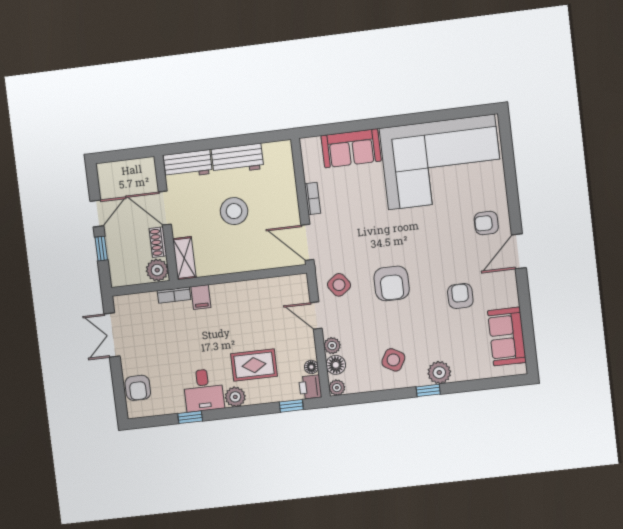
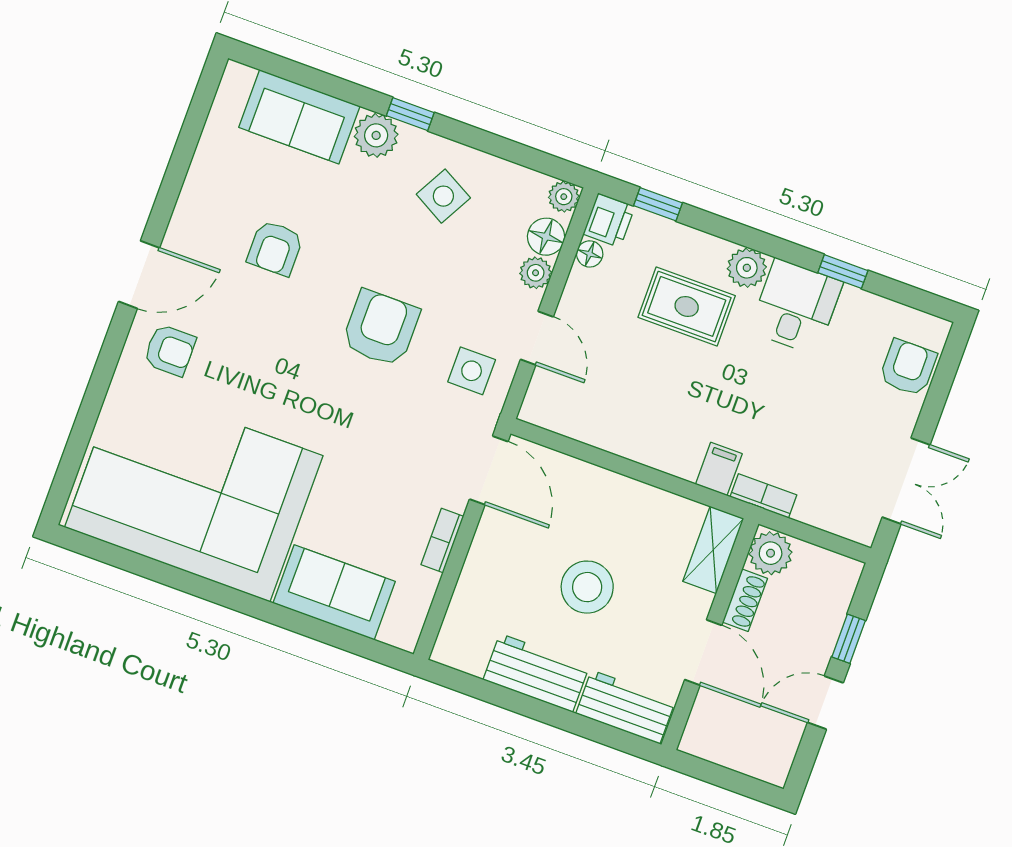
side table: (339, 285) -> (472, 371), turned 36
sofa: (507, 337) -> (299, 117), moved, turned 90

